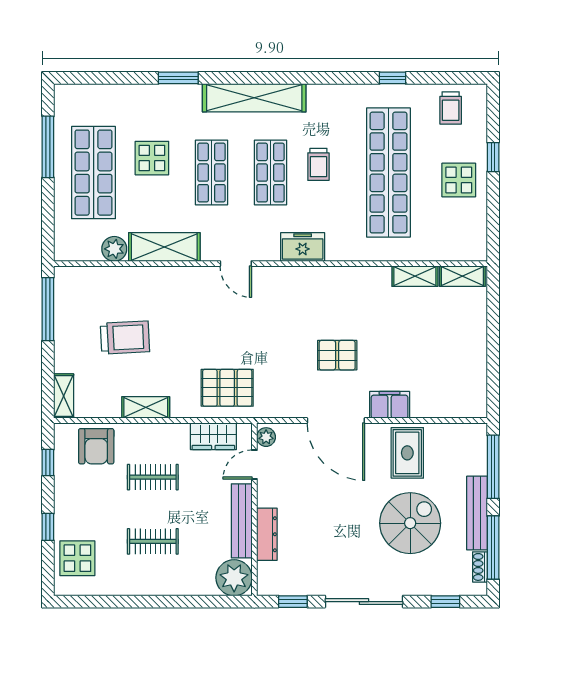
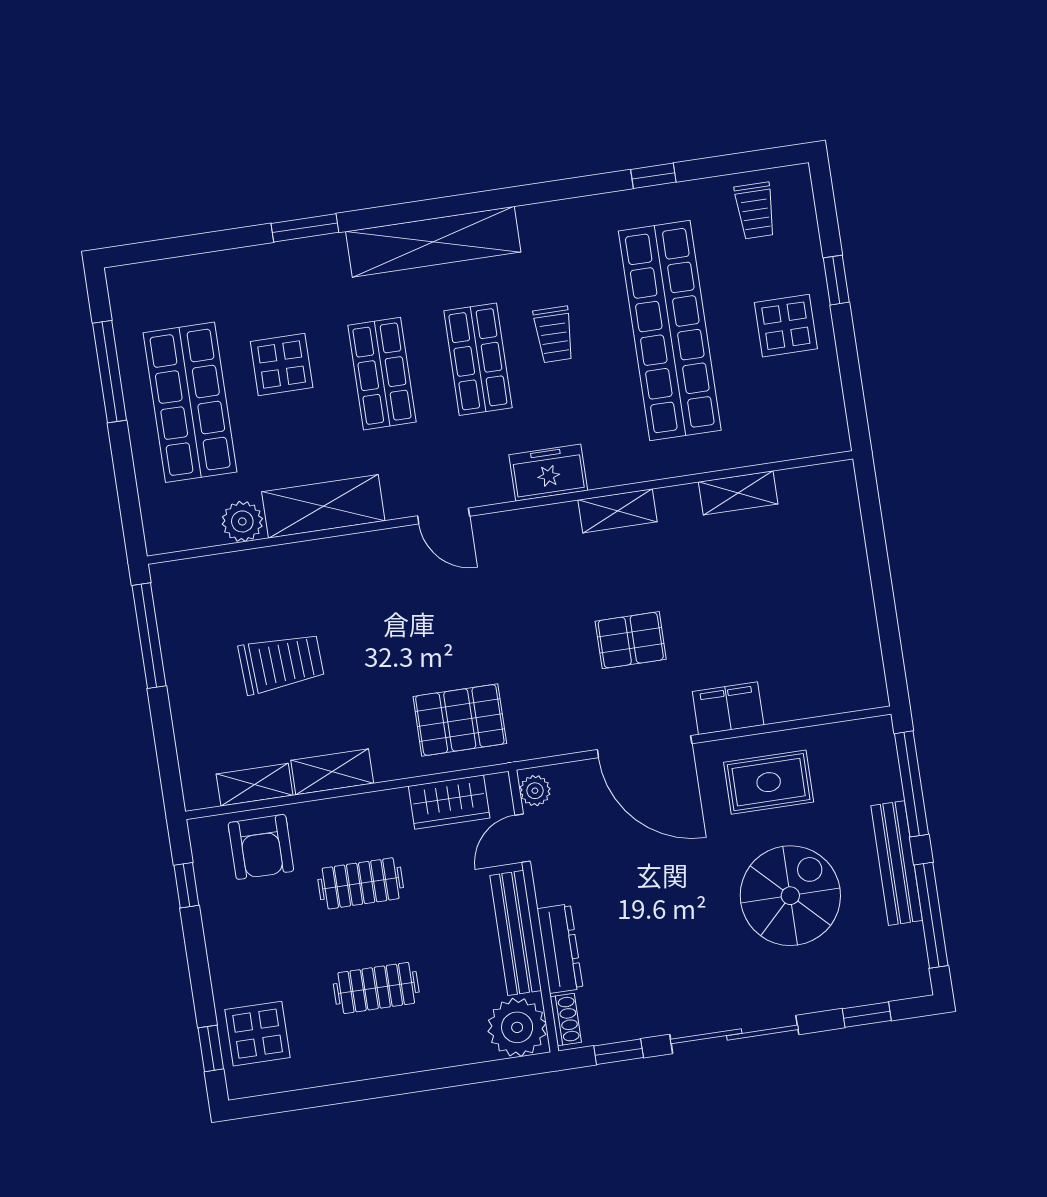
shelving: (462, 276) -> (618, 511), moved
shelving: (64, 396) -> (255, 785), moved, turned 90
rug: (407, 453) -> (769, 782), turned 90
window: (48, 527) -> (211, 1048), moved
shoe rack: (480, 567) -> (566, 1019), moved, turned 180

